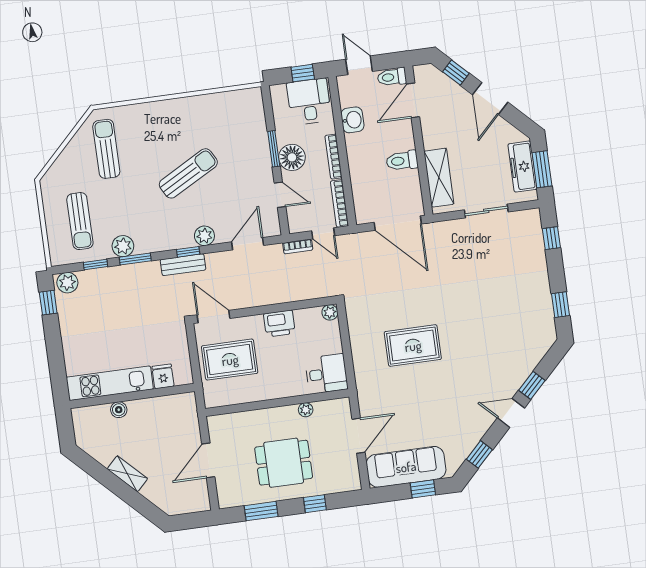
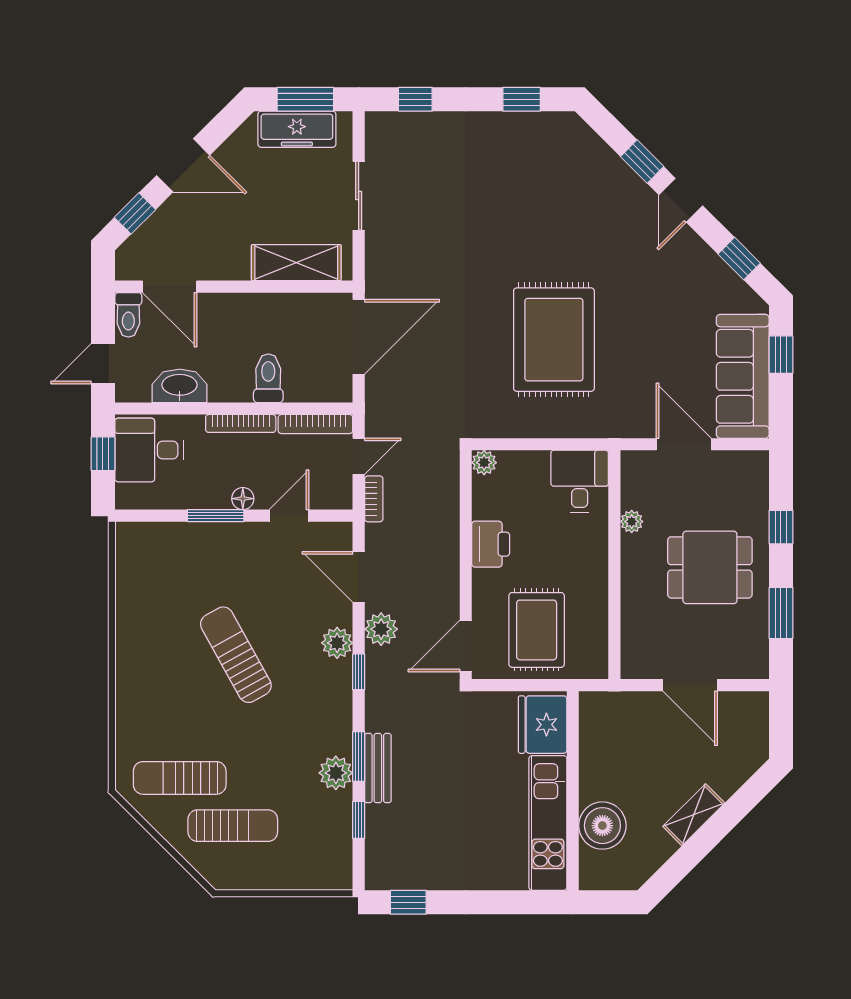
washbasin: (352, 120) -> (180, 386), width x1.38
floor lamp: (292, 157) -> (243, 499), width x0.53, depth x0.53
toilet: (402, 161) -> (268, 378), moved, turned 180
sun lounger: (80, 221) -> (233, 826), moved
bench: (183, 265) -> (378, 768), moved
plant: (67, 283) -> (381, 629), moved
rug: (413, 346) -> (554, 340), width x1.37, depth x1.44
fridge: (163, 376) -> (543, 725), width x1.88, depth x1.34
boiler: (119, 410) -> (602, 826), width x1.86, depth x1.86
dining table: (284, 463) -> (710, 567), turned 90

